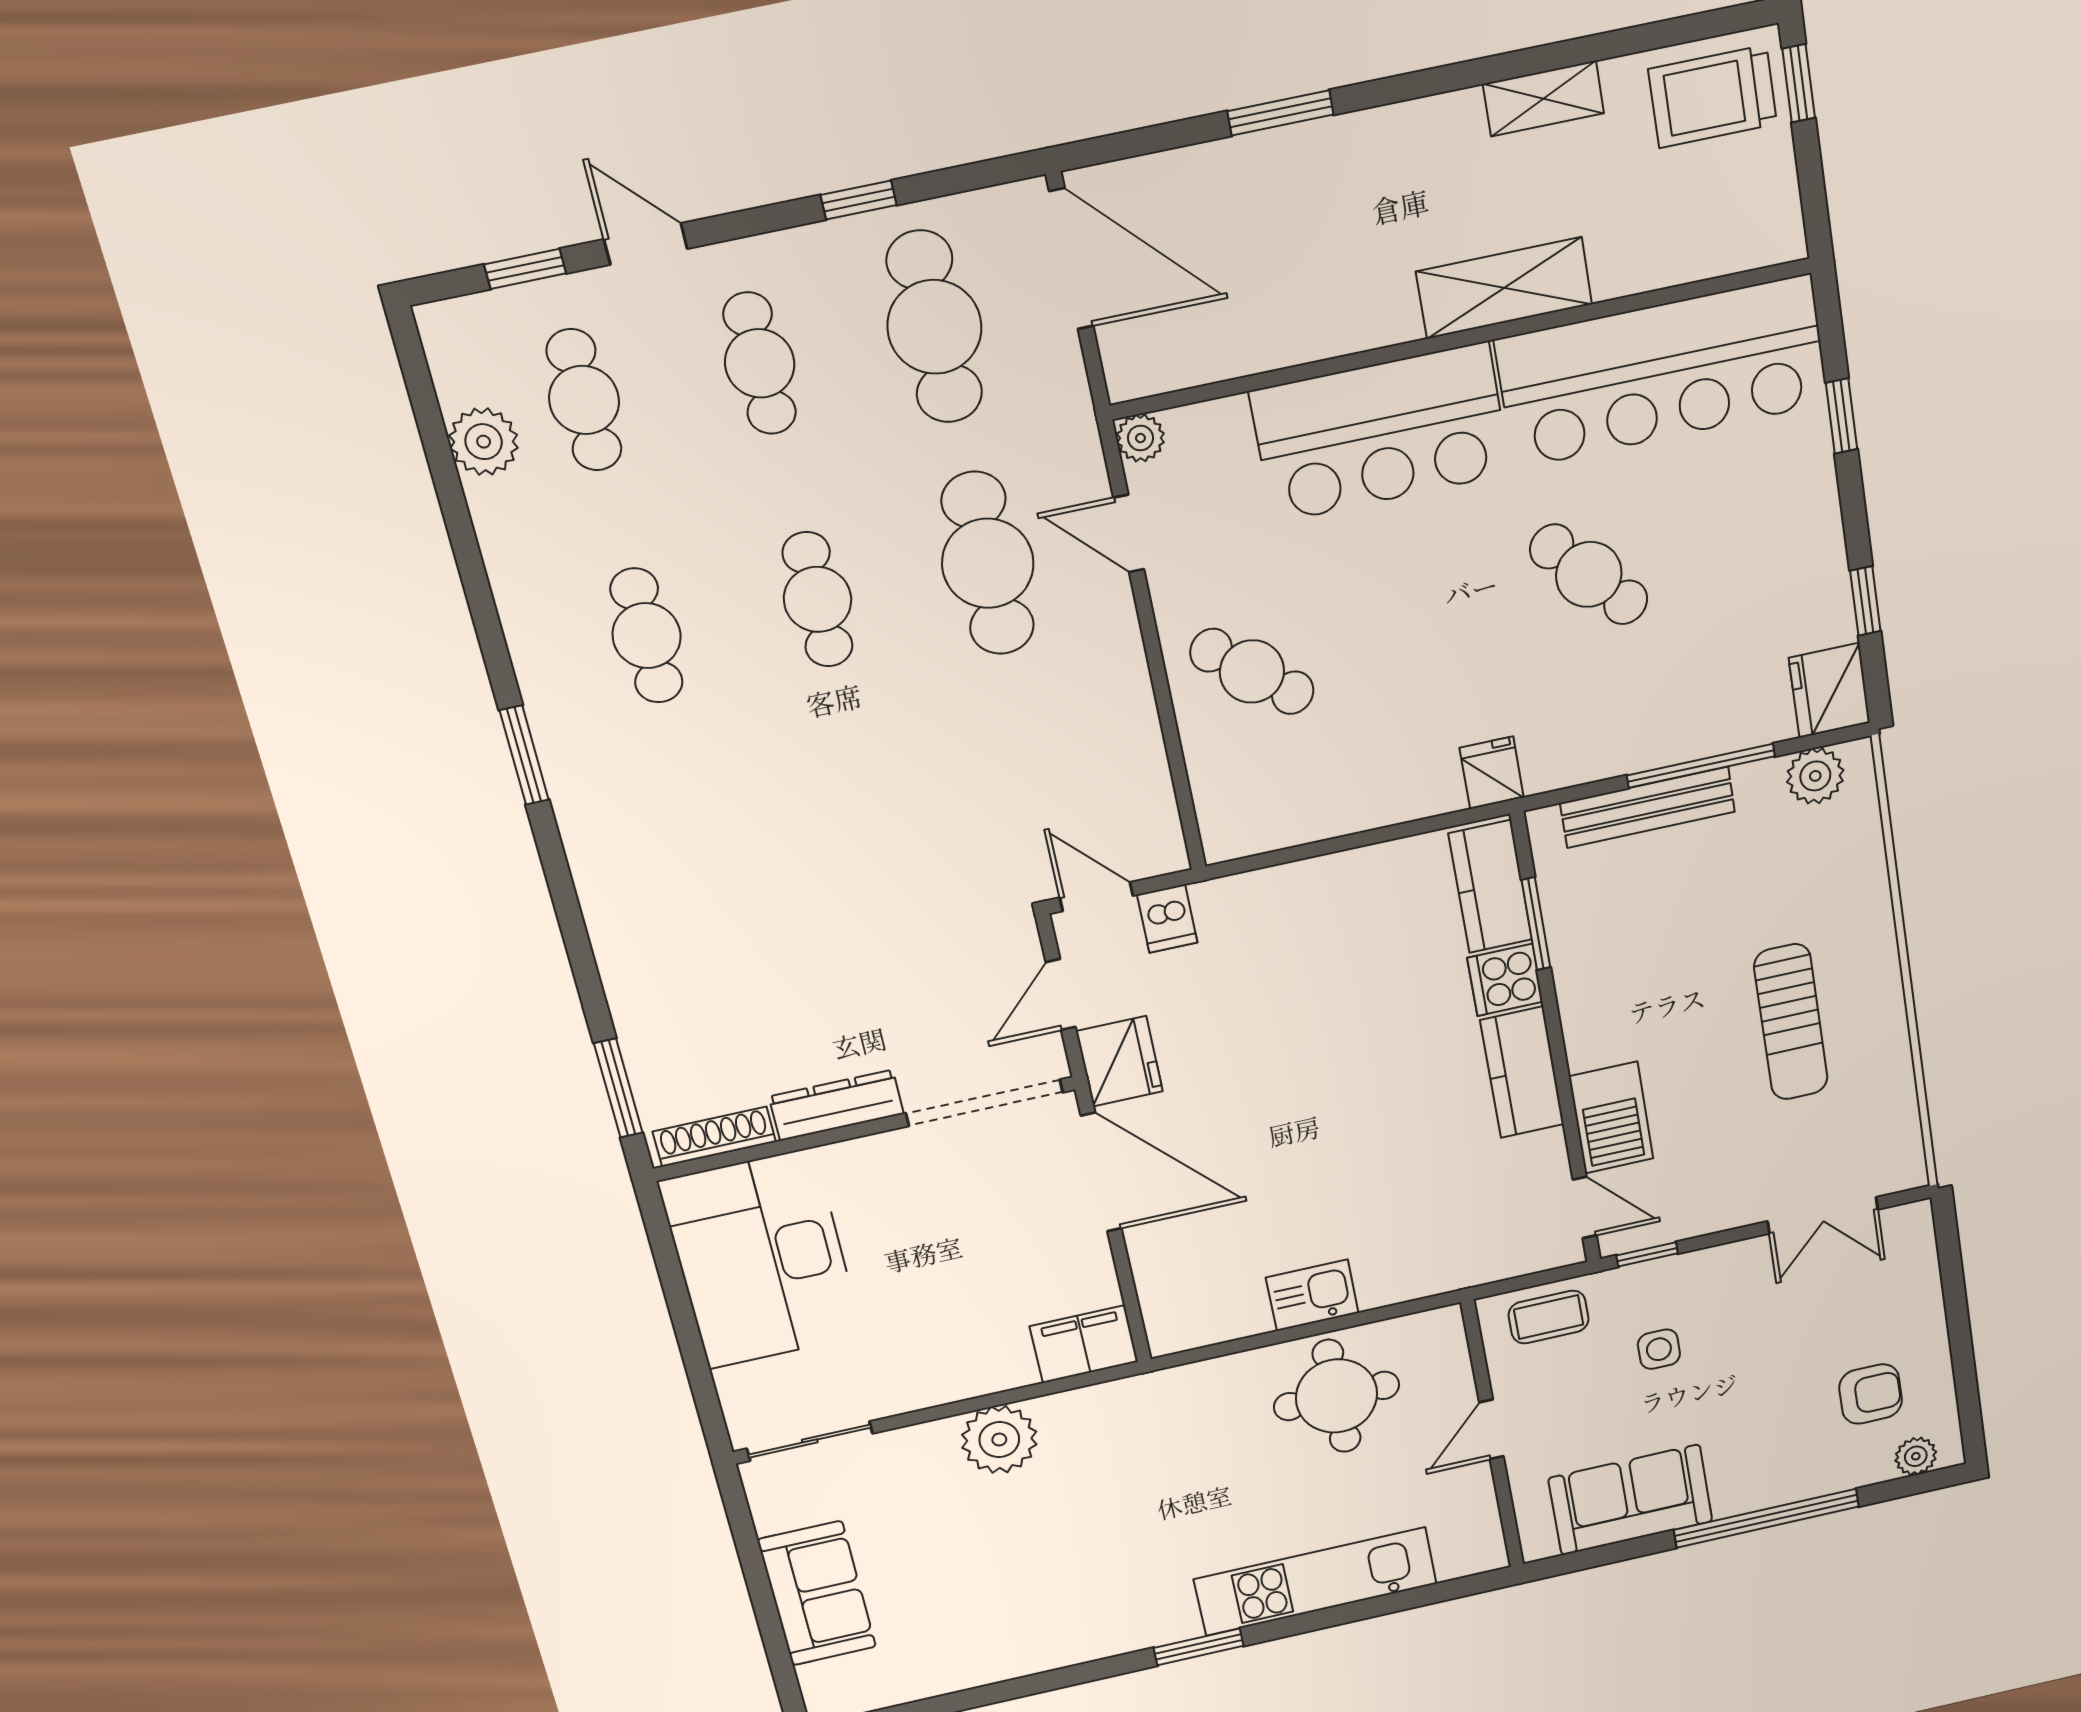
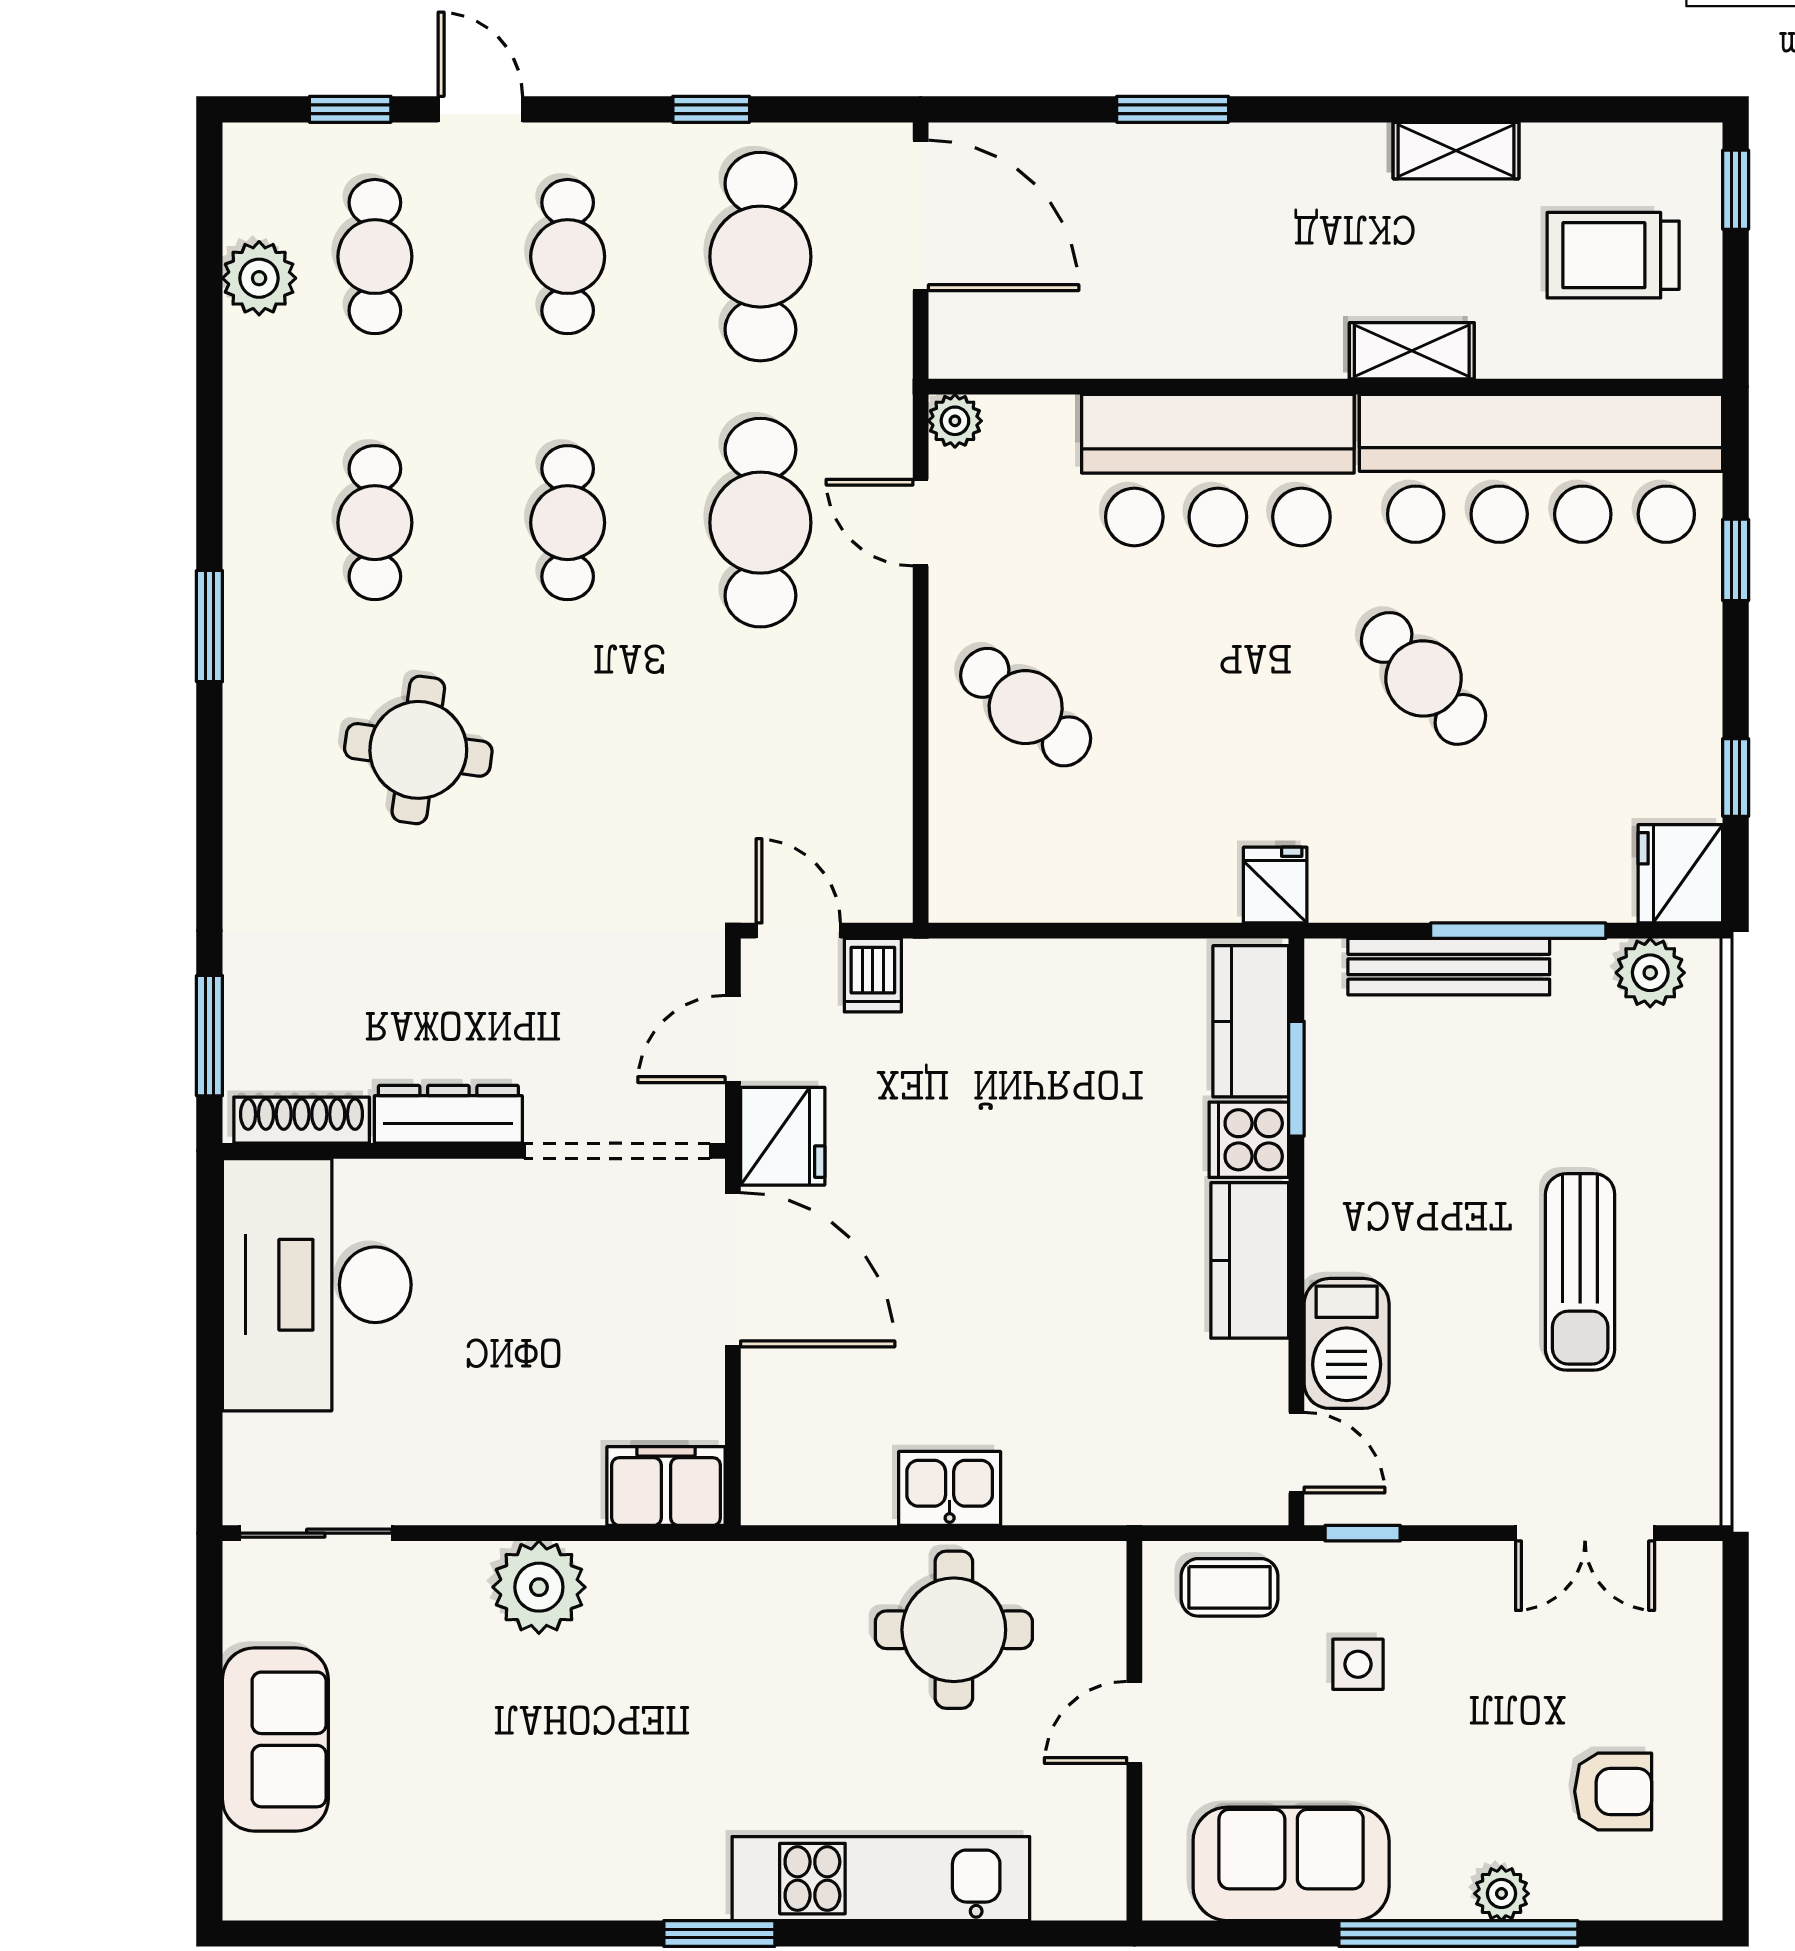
trolley: (1713, 97) -> (1613, 255), moved
shelving: (1504, 288) -> (1412, 351), width x0.67, depth x0.75
round table: (735, 820) -> (418, 750), added
plant: (1916, 1456) -> (1502, 1894), moved

